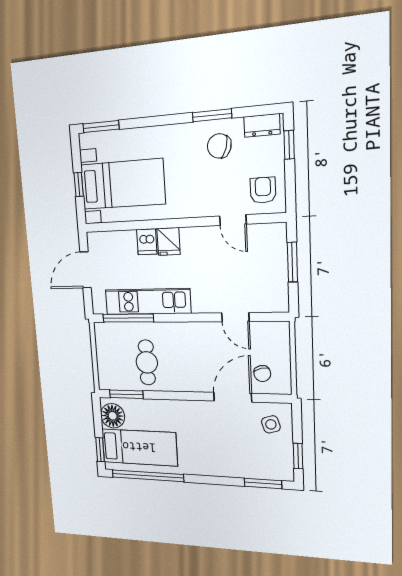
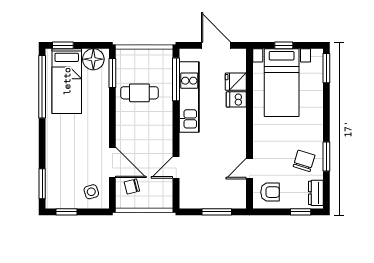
fridge: (168, 242) -> (236, 82), moved

